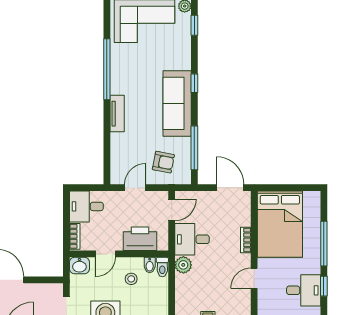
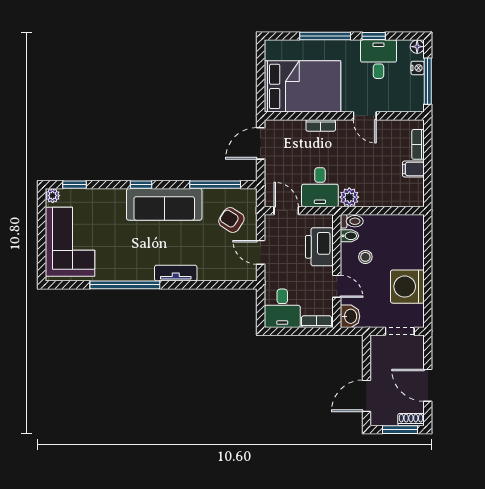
armchair: (163, 162) -> (231, 220), turned -68

